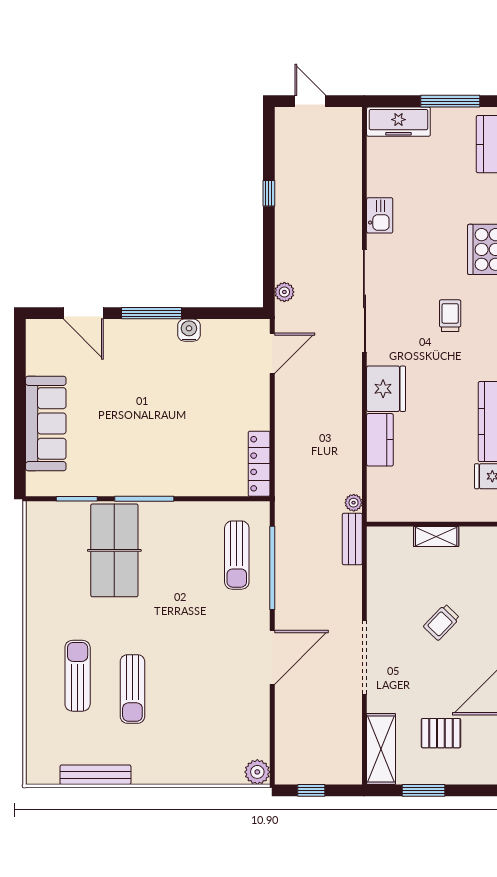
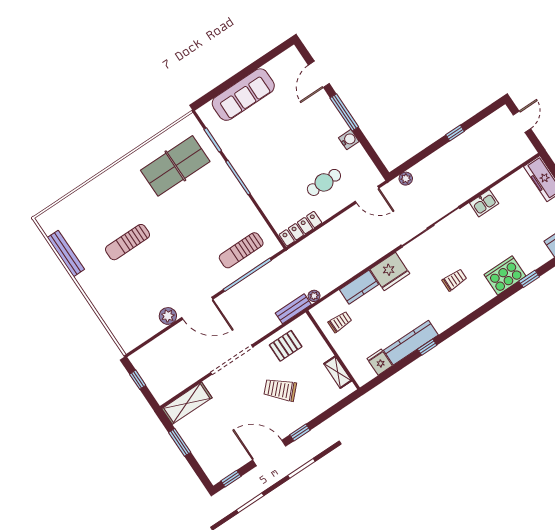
cafe table: (221, 396) -> (324, 182), added
trolley: (407, 492) -> (340, 322), added
shelving: (436, 537) -> (338, 372), moved
table tennis table: (114, 550) -> (175, 166), moved
trolley: (442, 622) -> (280, 390), width x1.36, depth x1.39
sun lounger: (78, 676) -> (114, 207), removed
pallet: (441, 733) -> (286, 346), moved, turned 90
plant: (257, 772) -> (168, 316), moved

